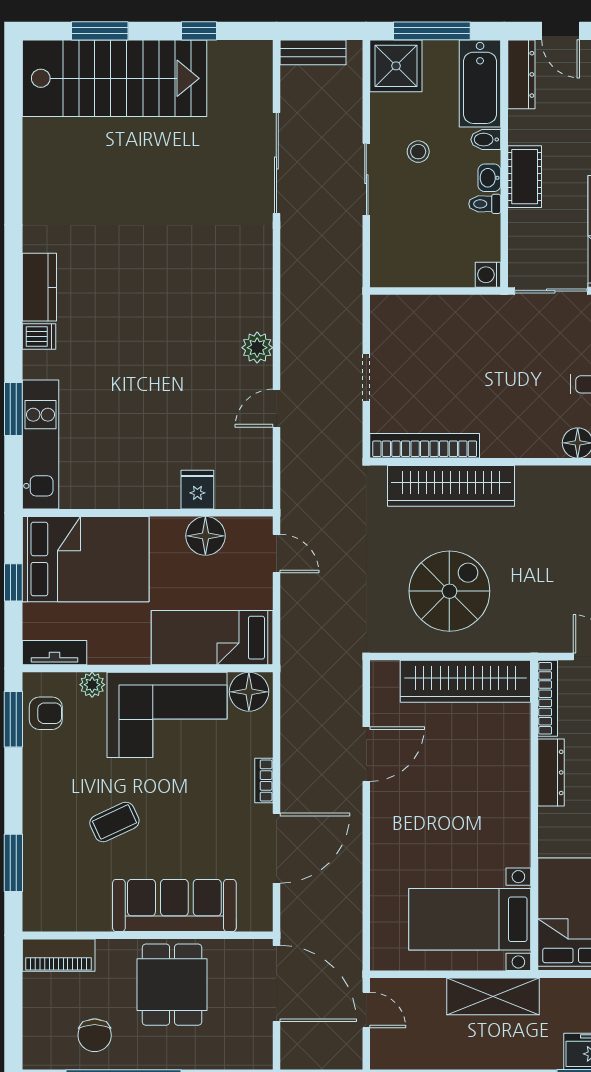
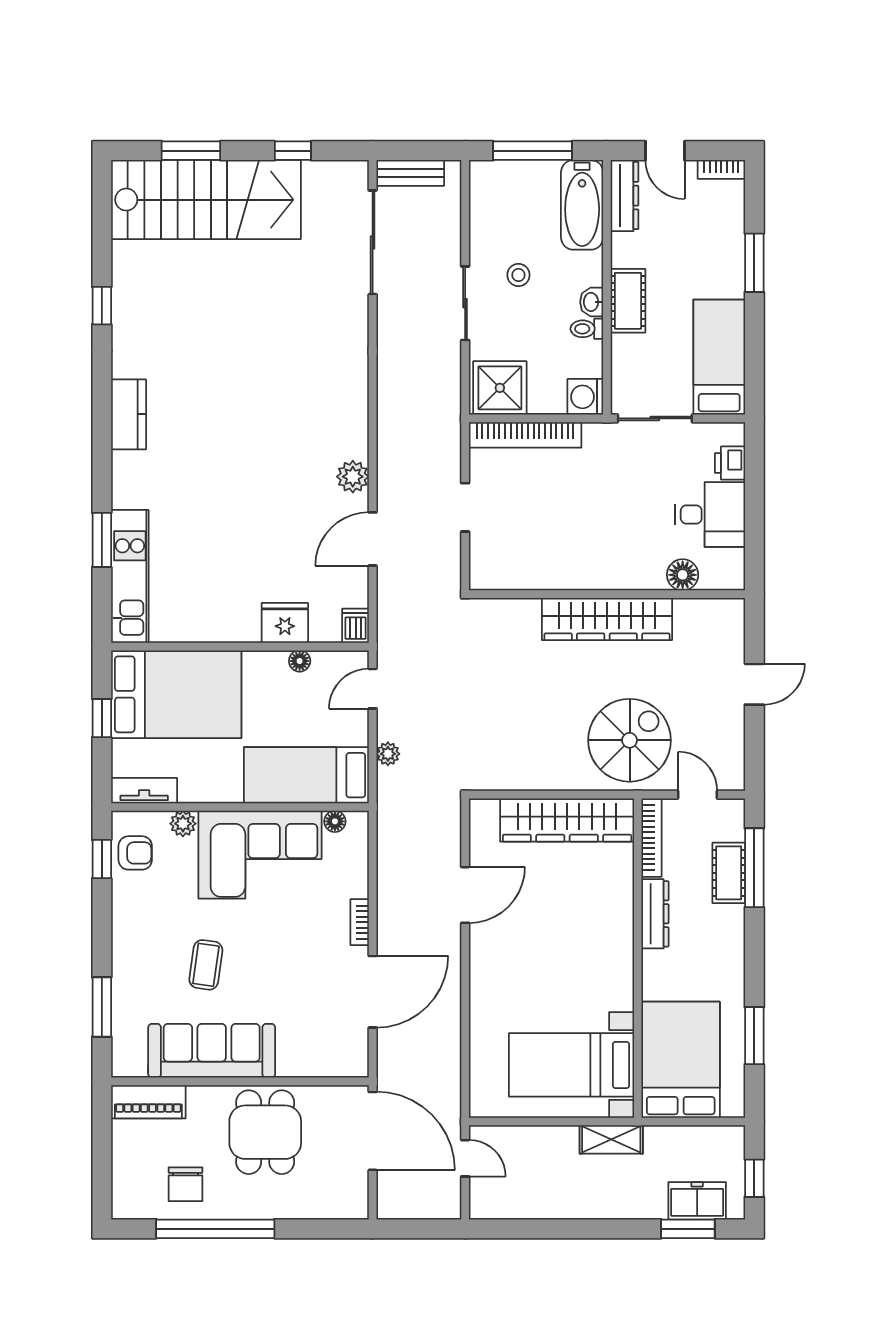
shower: (396, 66) -> (500, 388), moved
bidet: (486, 140) -> (588, 263), removed
sliding door: (276, 163) -> (373, 242), moved
window: (13, 181) -> (102, 306), added
washing machine: (488, 275) -> (585, 397), width x1.38, depth x1.38
dishwasher: (39, 337) -> (356, 626), moved, turned -90
door: (276, 408) -> (373, 539), width x1.37
bookcase: (425, 446) -> (525, 435), moved, turned 180
wardrobe: (451, 486) -> (607, 619), moved
fridge: (197, 490) -> (285, 623), width x1.38
floor lamp: (205, 536) -> (300, 661), width x0.53, depth x0.53
door: (276, 553) -> (373, 689), swing flipped
spiral stairs: (449, 591) -> (630, 740), moved
plant: (291, 617) -> (388, 754), added
floor lamp: (249, 692) -> (335, 821), width x0.53, depth x0.53
window: (13, 719) -> (102, 859), width x0.67
coffee table: (114, 822) -> (206, 965), turned -57
sofa: (174, 905) -> (212, 1051), moved
shelving: (493, 996) -> (611, 1139), width x0.67, depth x0.75

